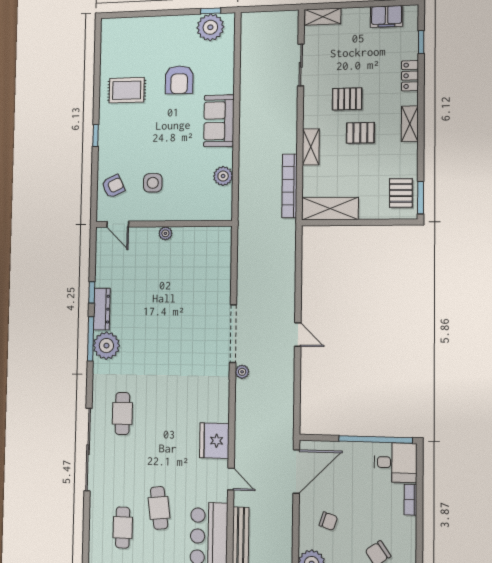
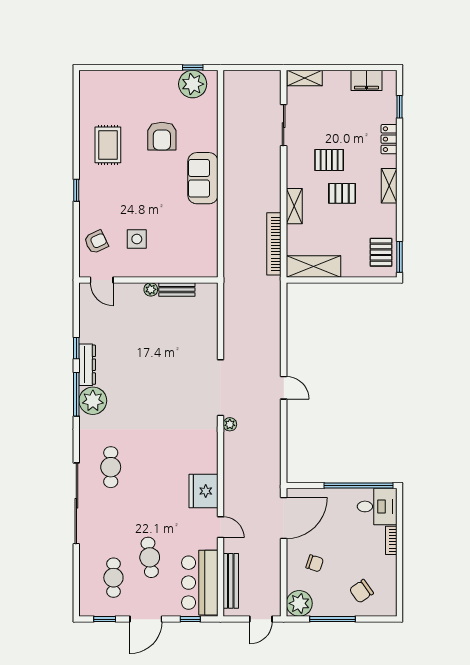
rug: (127, 90) -> (108, 145), turned 90
plant: (223, 176) -> (208, 233), removed
bench: (191, 233) -> (177, 290), added

